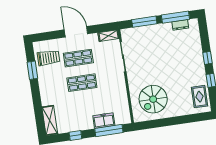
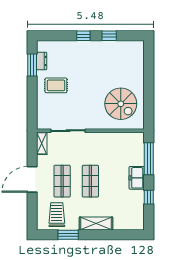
window: (175, 17) -> (32, 65), width x0.69
window: (144, 22) -> (32, 101), removed
rug: (200, 97) -> (56, 85), moved
shelving: (50, 120) -> (96, 224), moved
freezer: (104, 121) -> (137, 178), moved

